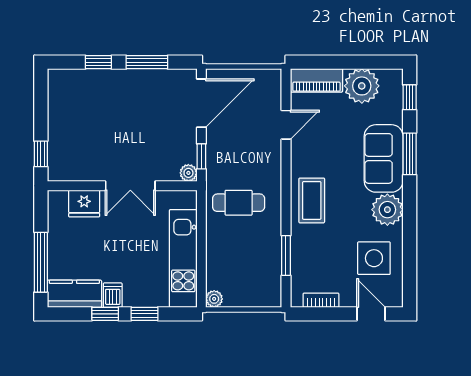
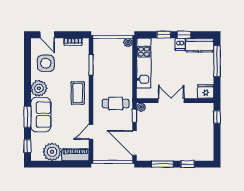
door: (201, 103) -> (135, 143), hinge flipped
cafe table: (239, 203) -> (116, 104), moved
fridge: (84, 204) -> (206, 91), moved

